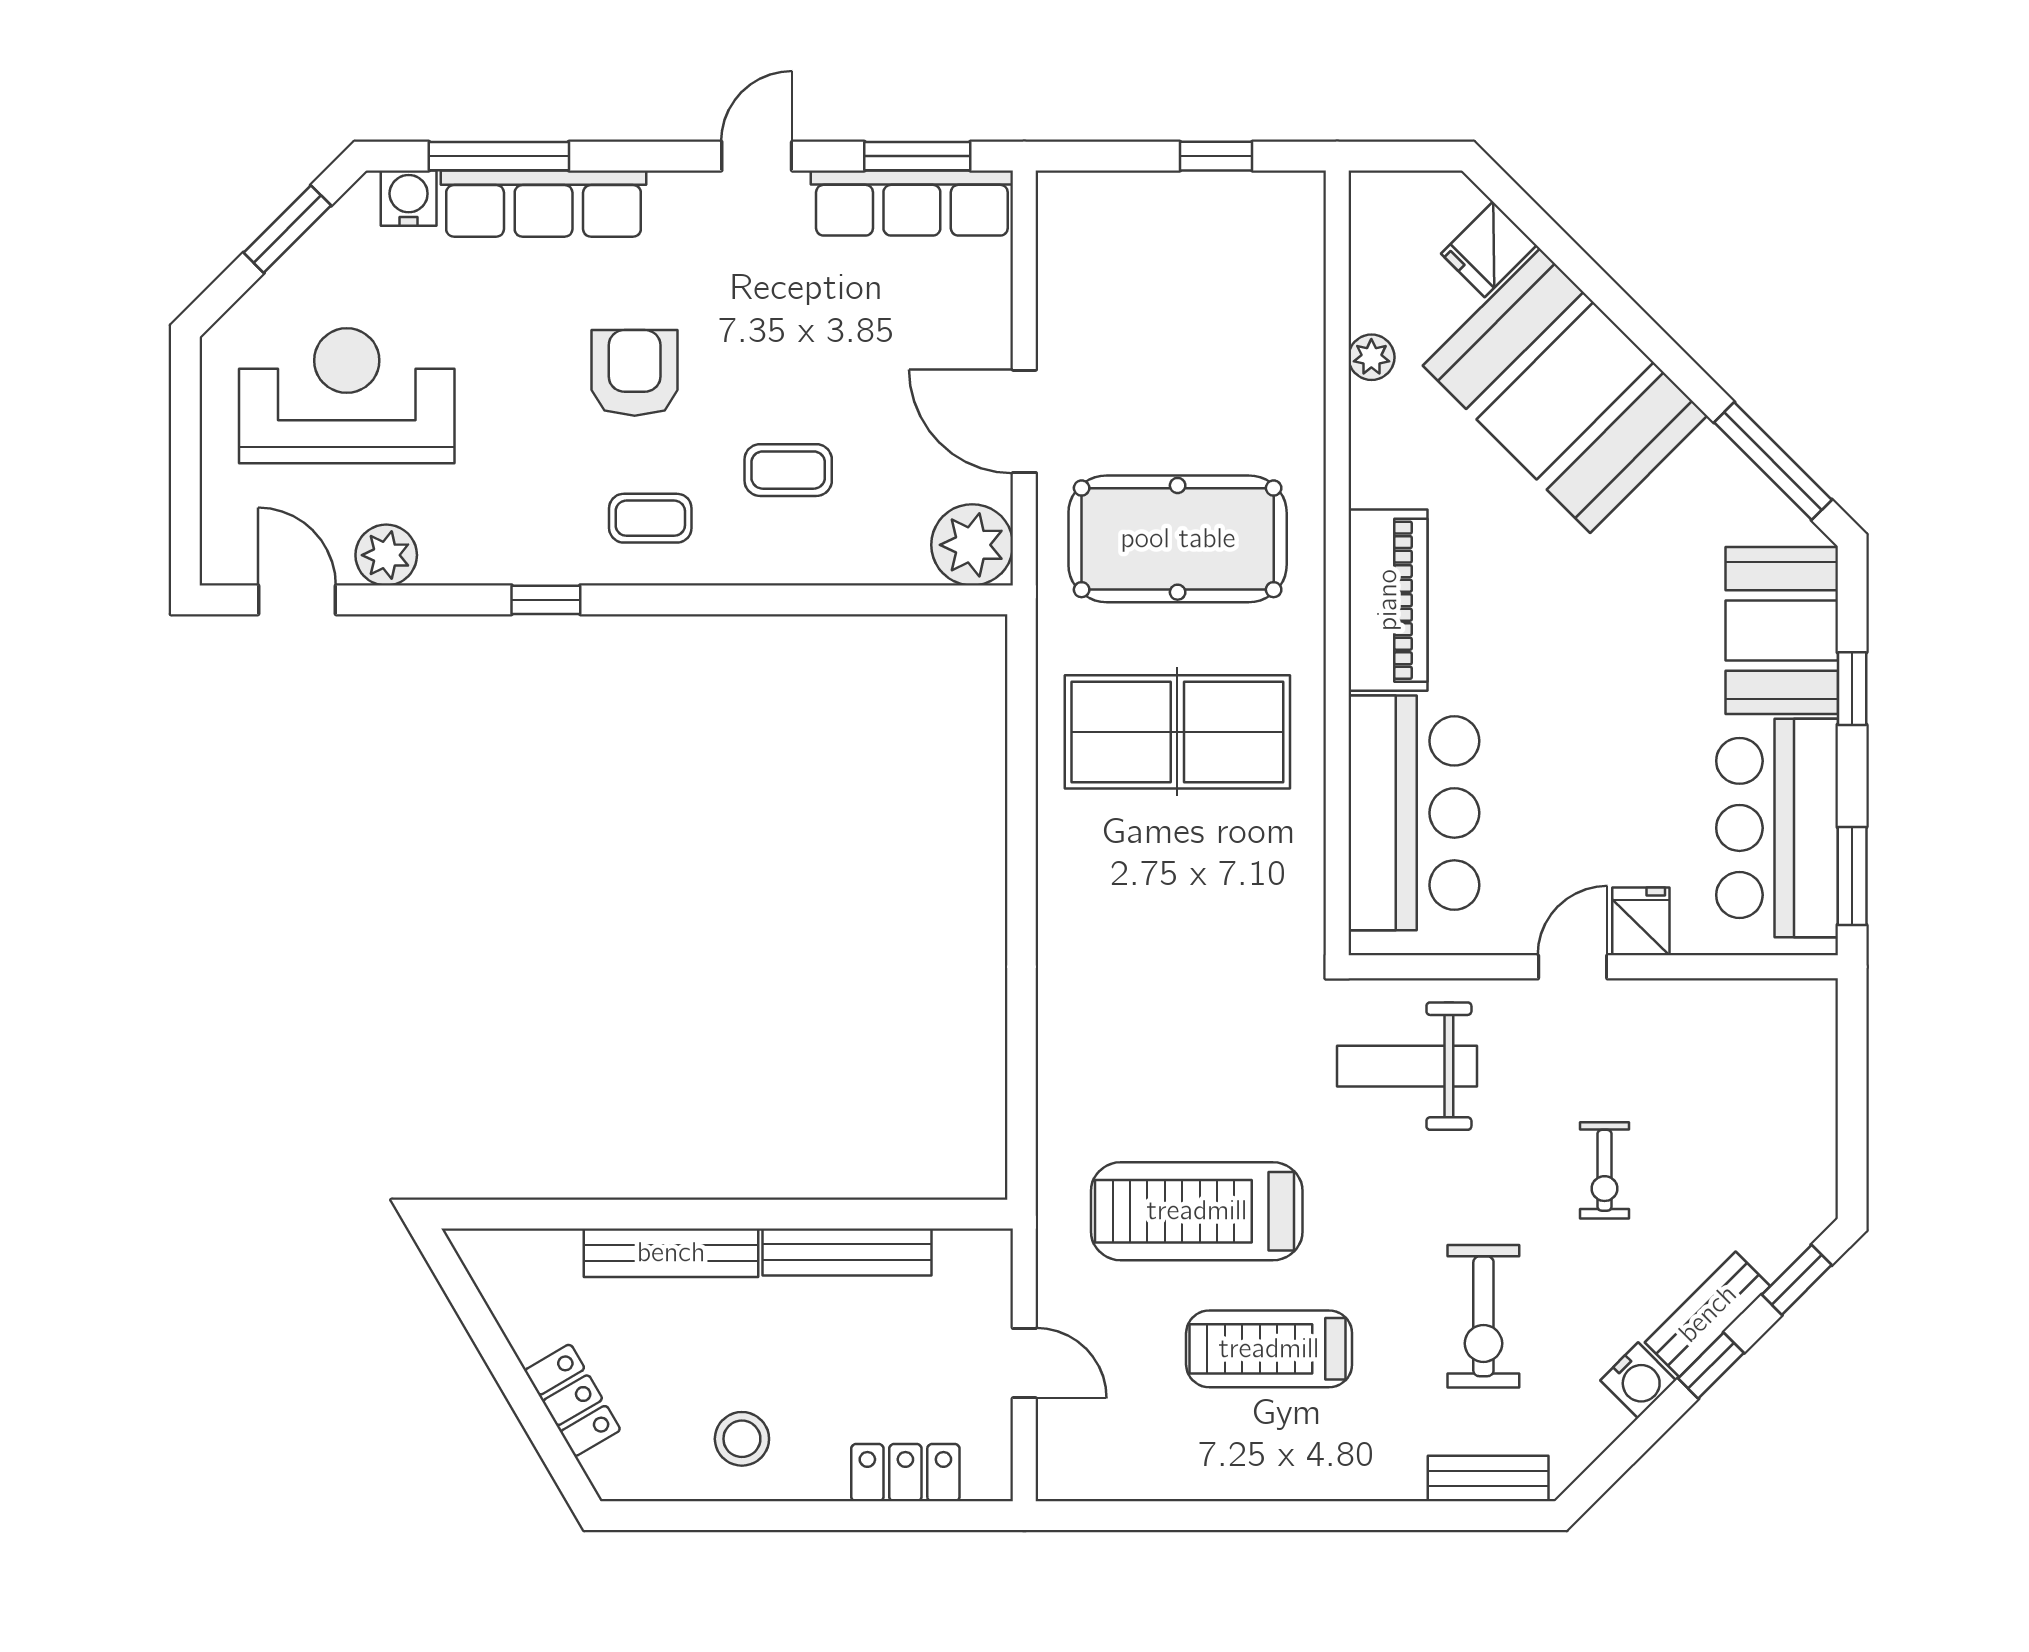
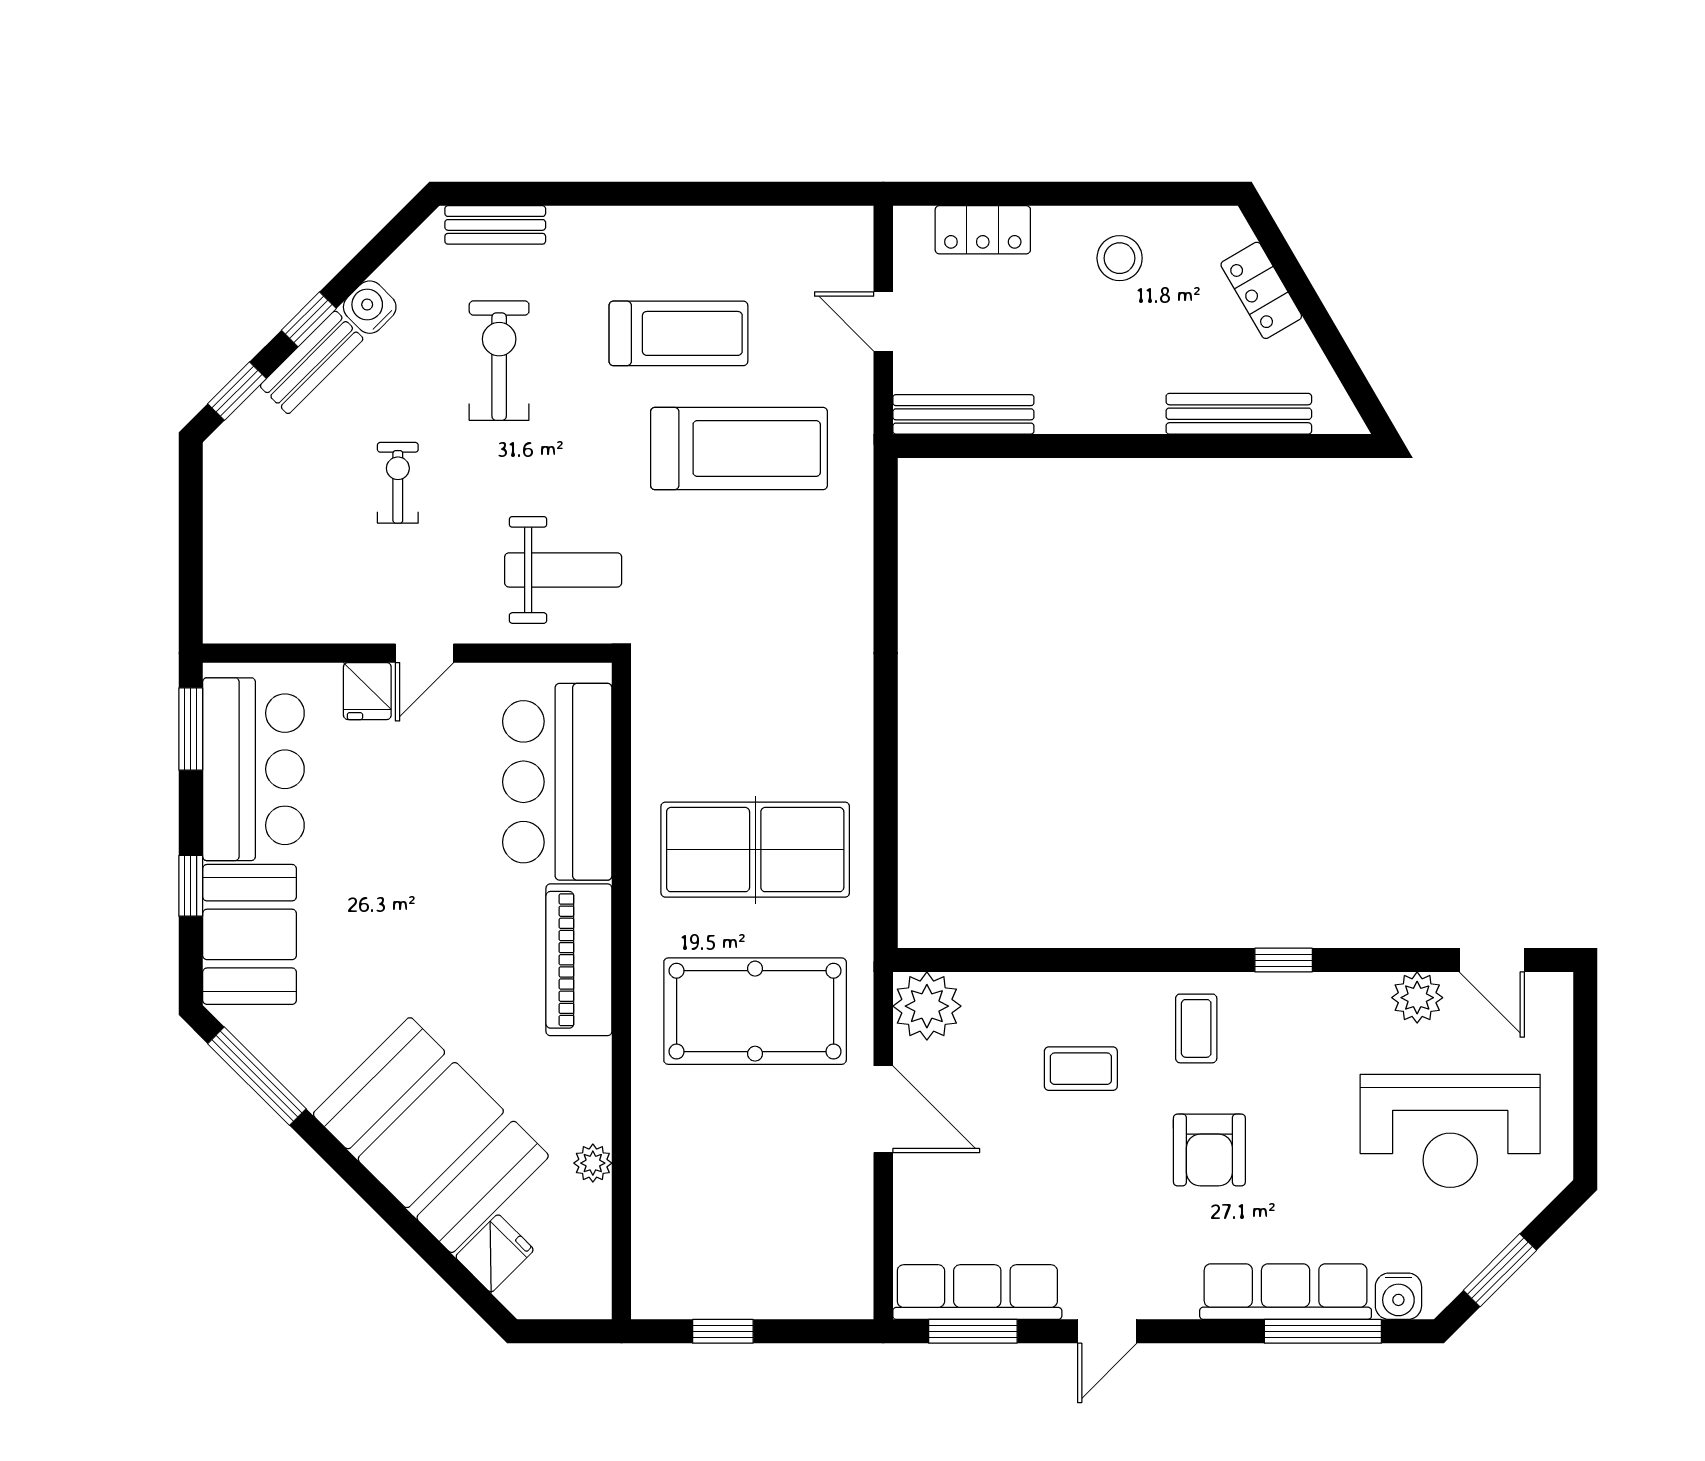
coffee table: (650, 518) -> (1196, 1028), turned 90
bench: (847, 1252) -> (963, 414), moved
bench: (671, 1253) -> (1239, 414), moved

